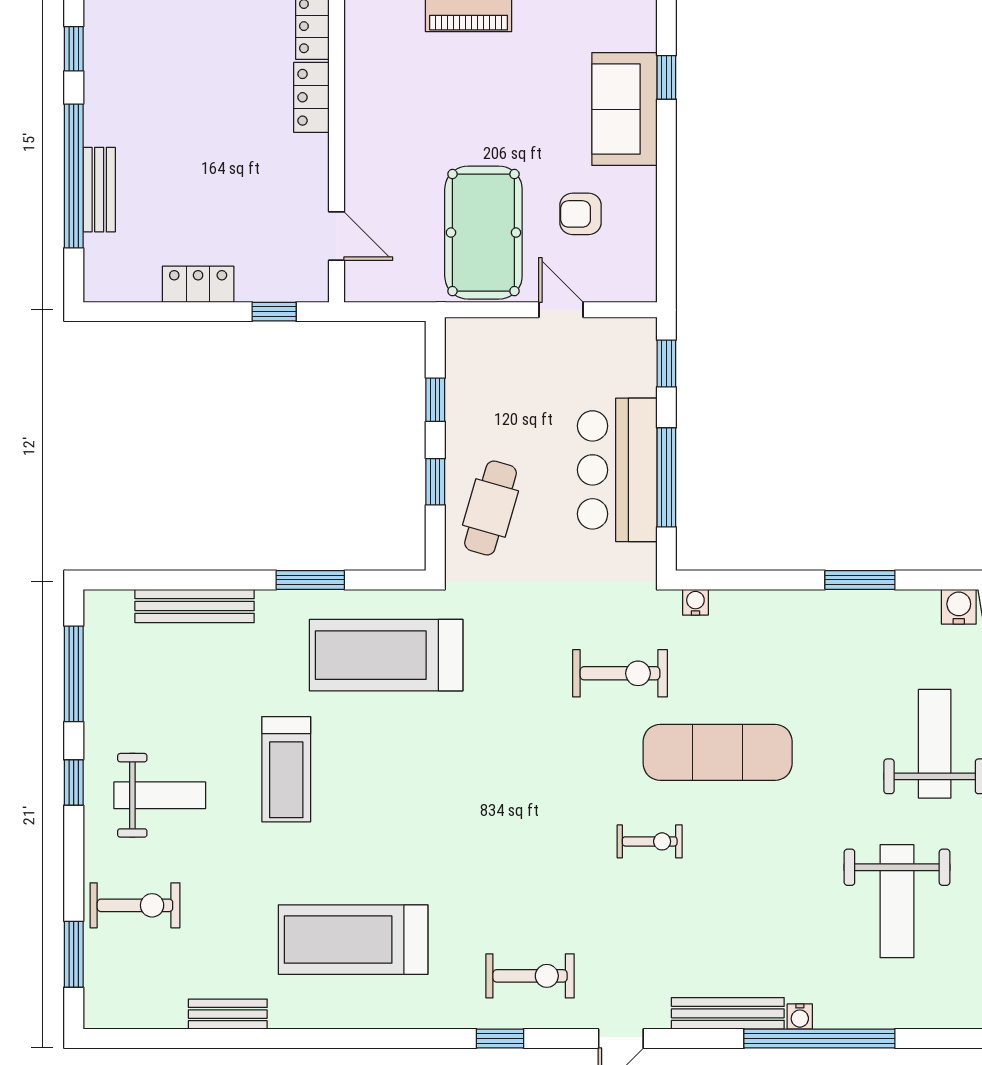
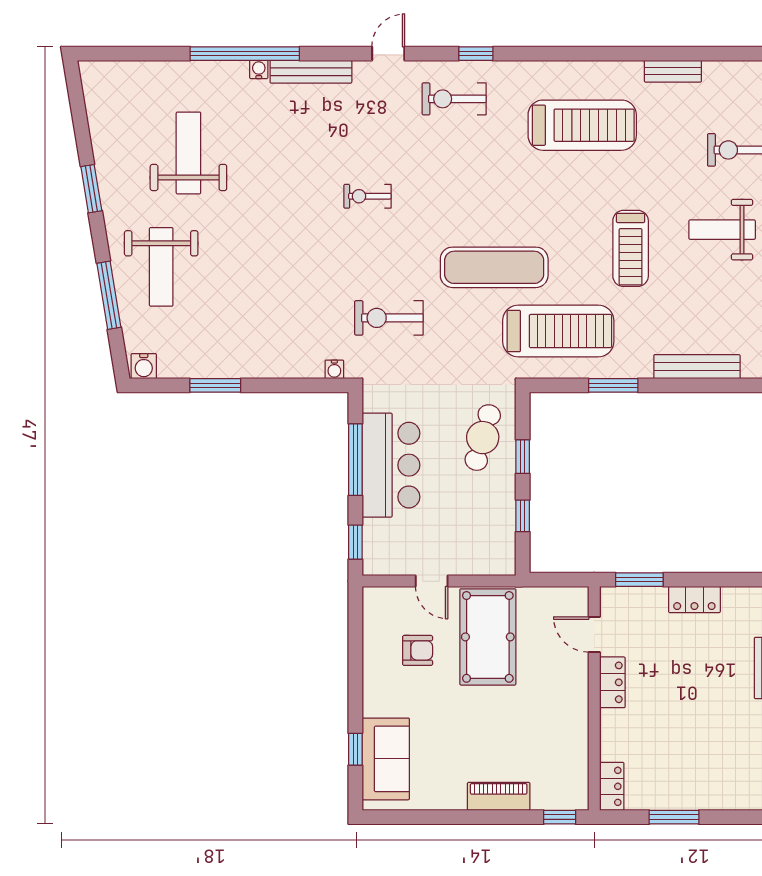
locker: (311, 97) -> (612, 682), moved
sofa: (624, 109) -> (386, 759), moved
window: (274, 312) -> (639, 580), width x1.50
exercise mat: (718, 752) -> (494, 267), moved
treadmill: (286, 769) -> (631, 248), turned 180

